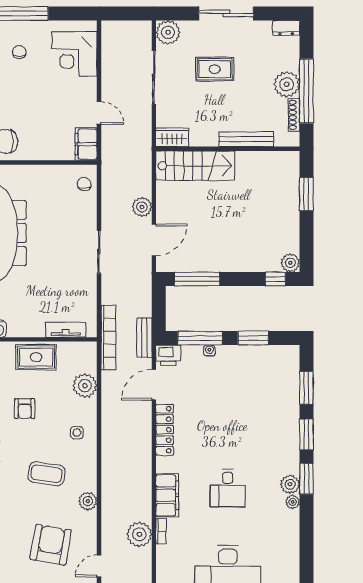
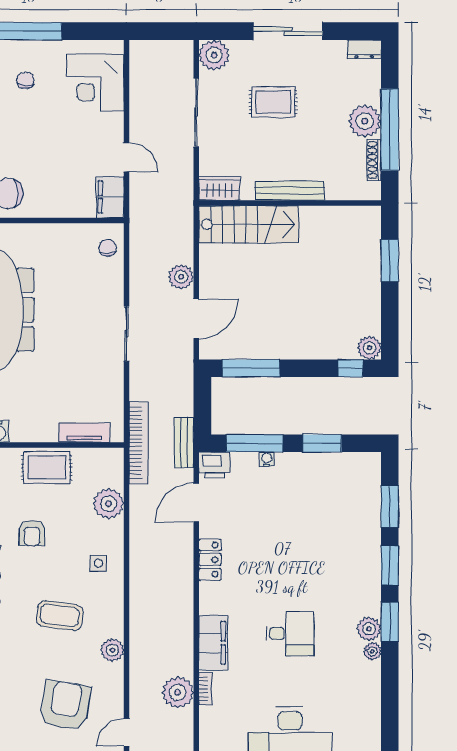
bench: (246, 139) -> (290, 191), moved
locker: (165, 430) -> (210, 560), width x0.66
desk: (228, 488) -> (290, 634), turned -90

